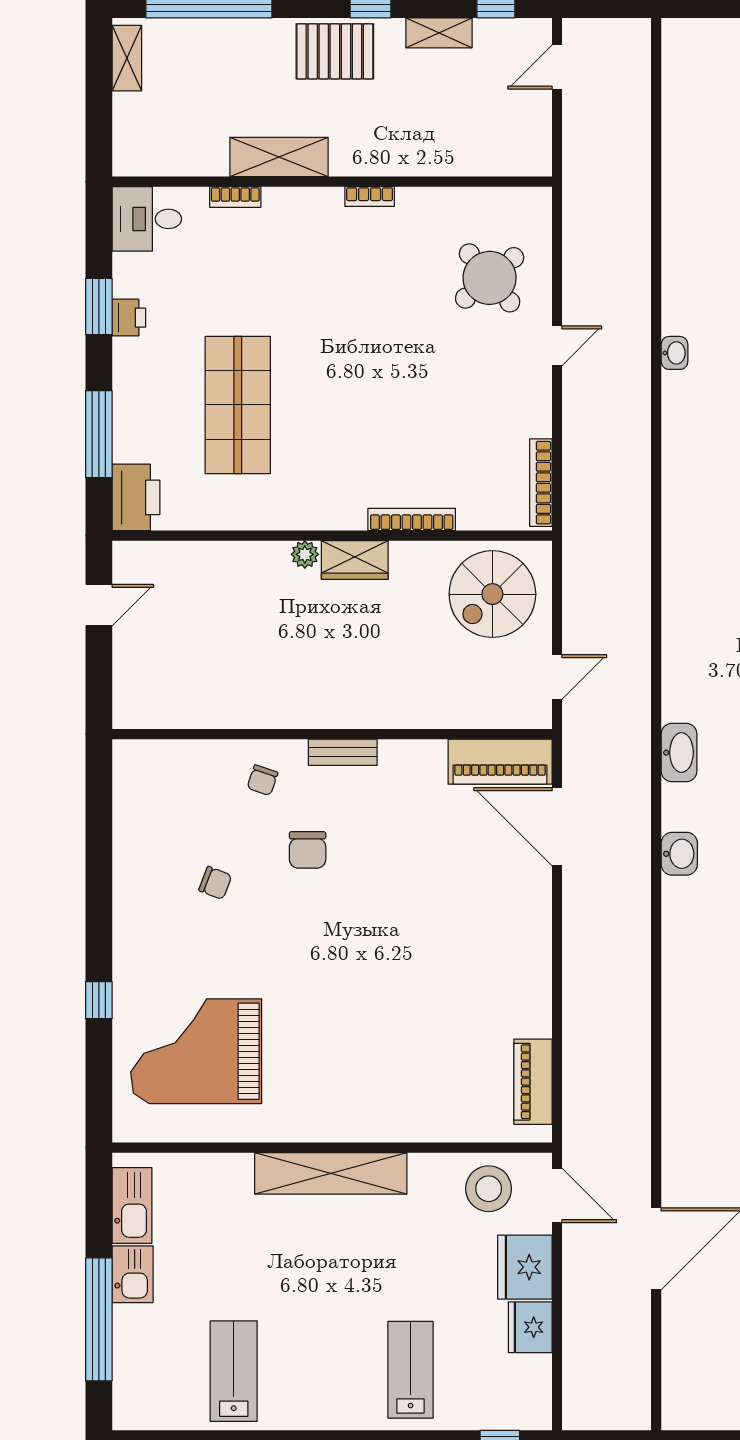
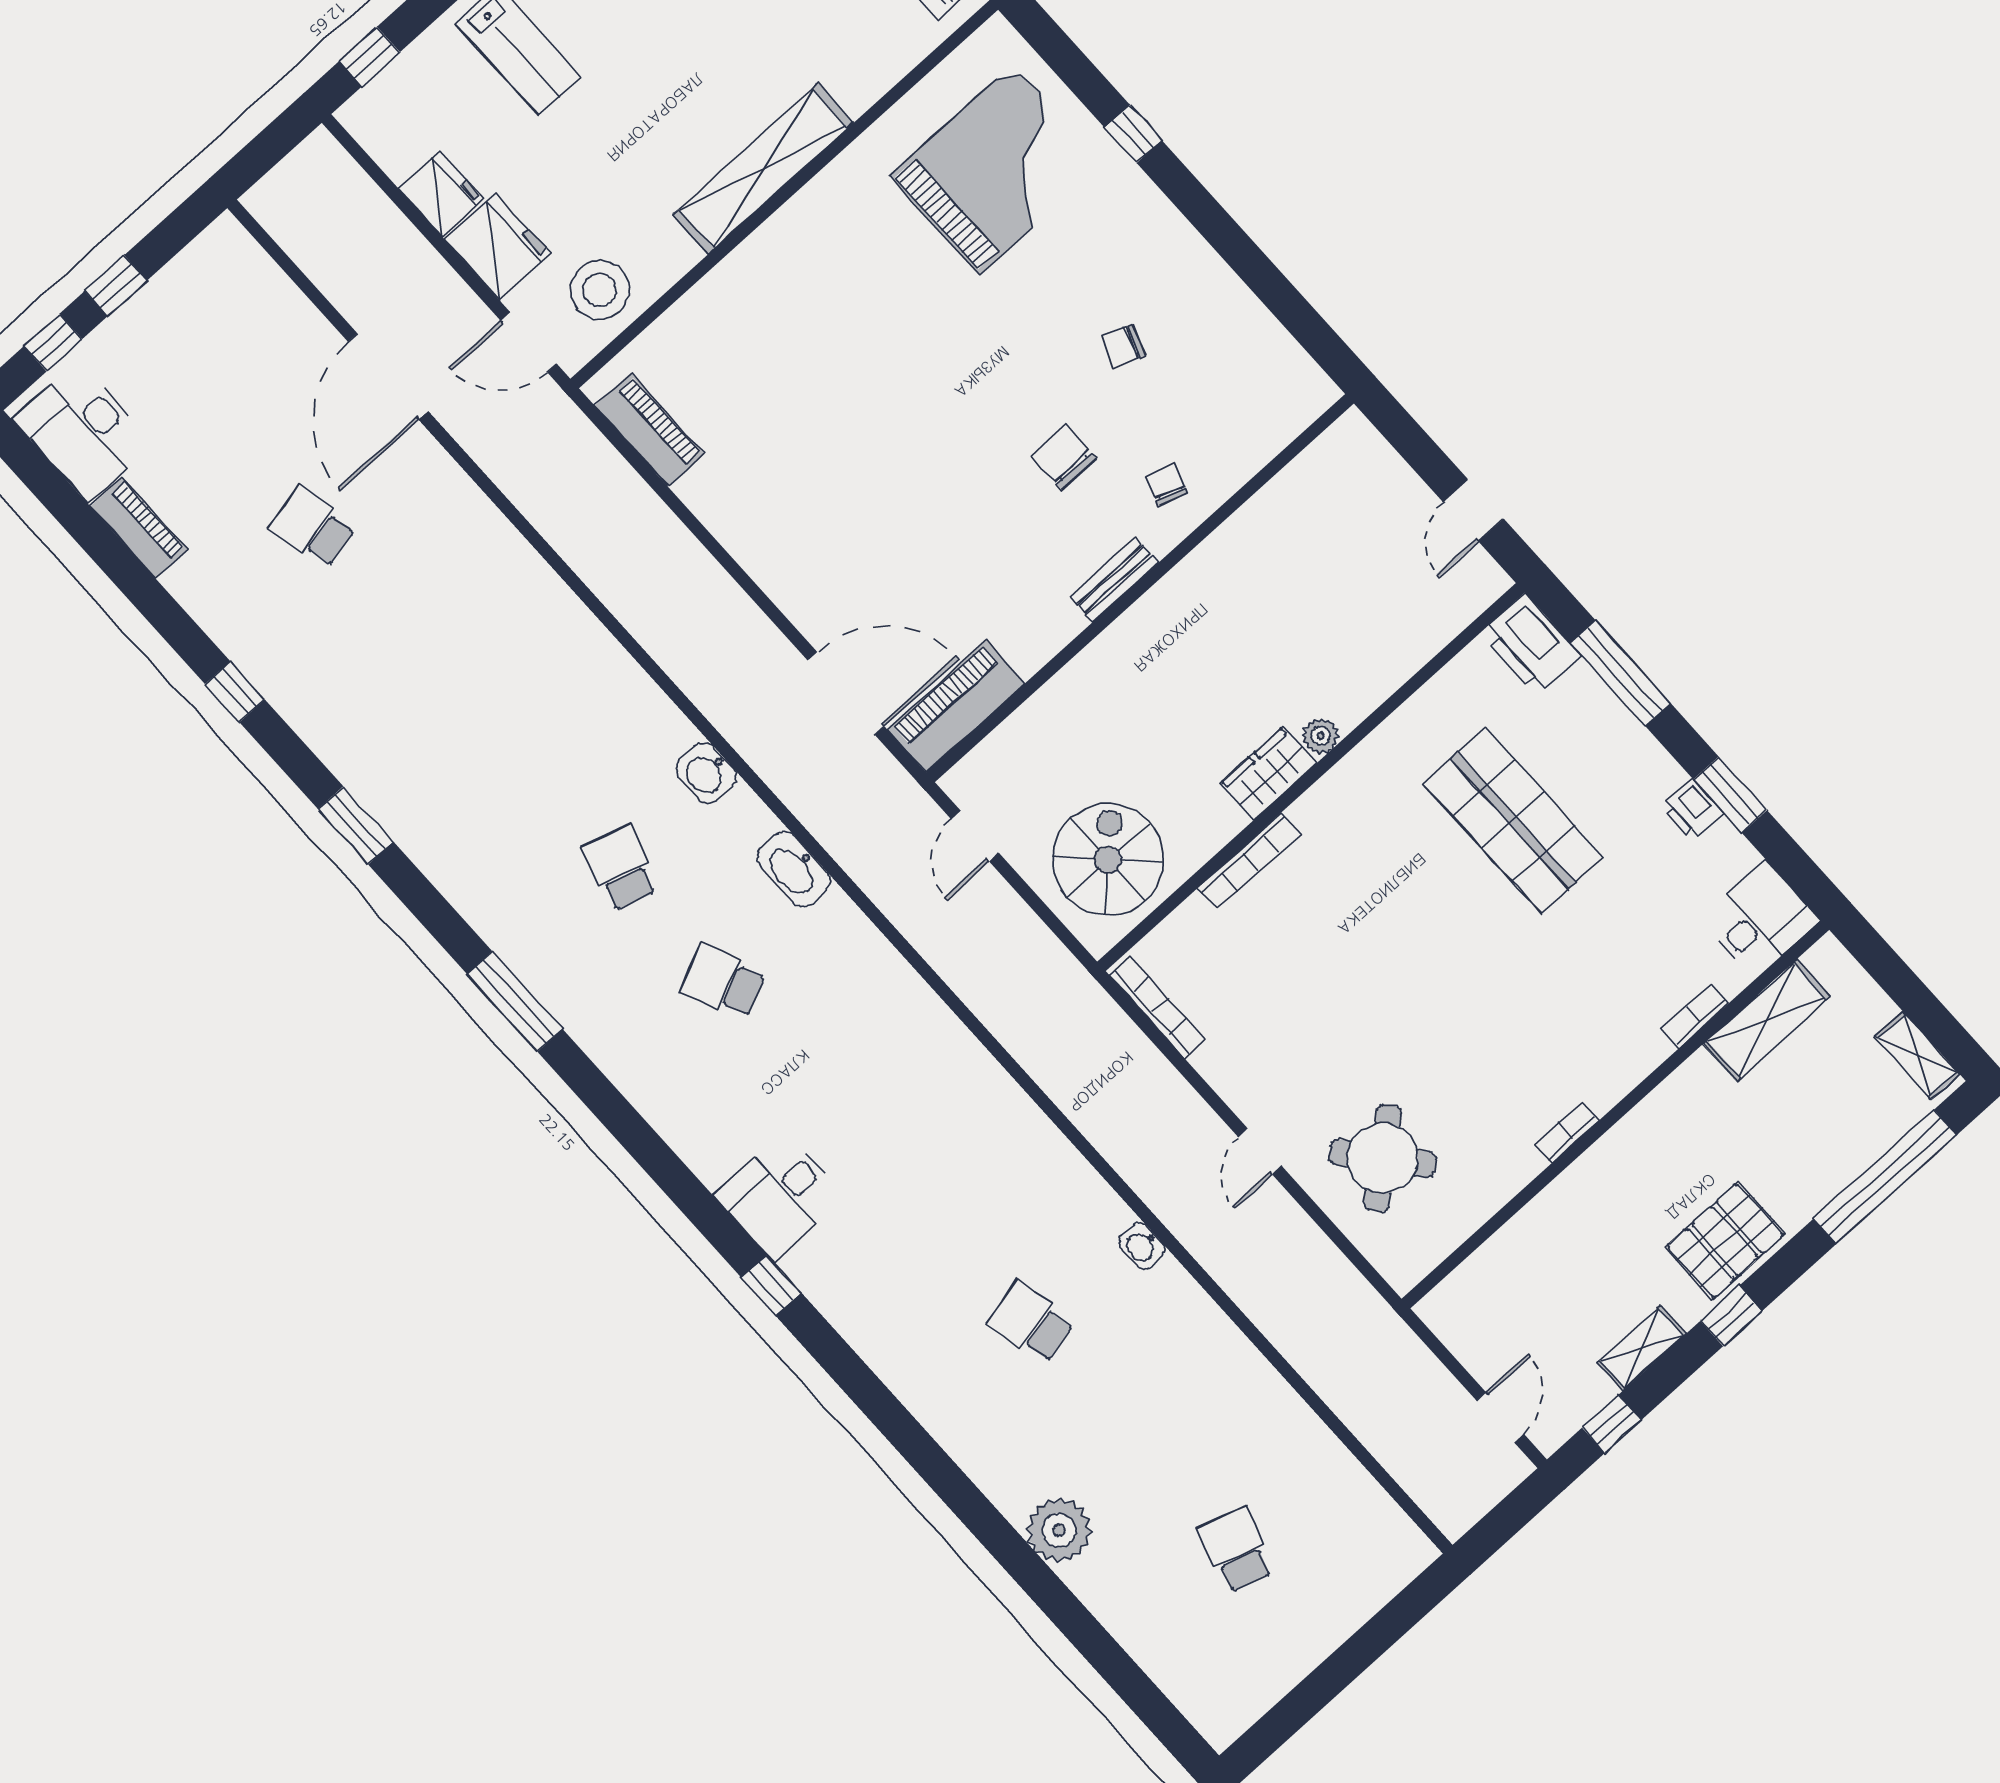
shelving: (279, 157) -> (1767, 1020), moved

